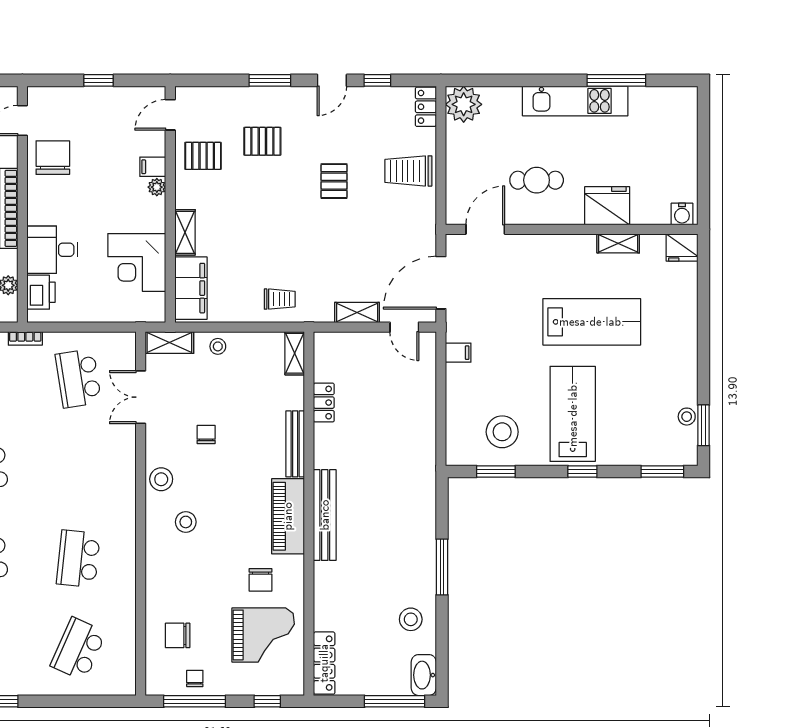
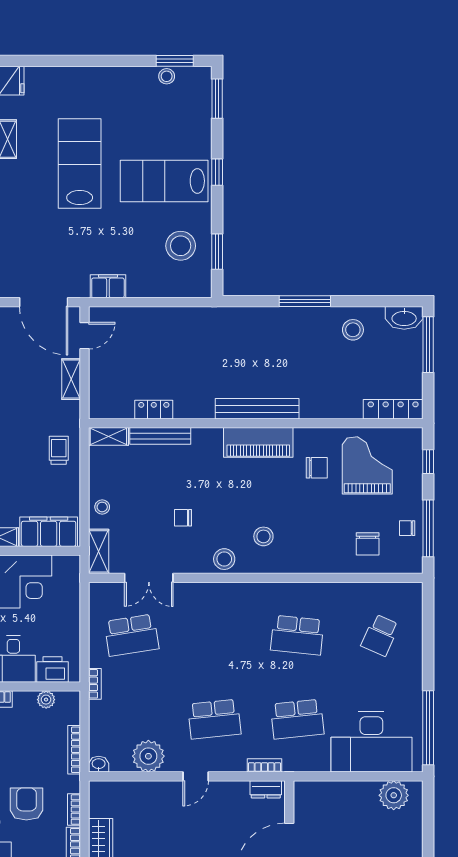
filing cabinet: (458, 353) -> (108, 286), width x2.00
bench: (295, 444) -> (160, 436), moved
school desk: (78, 649) -> (380, 635), width x0.54

